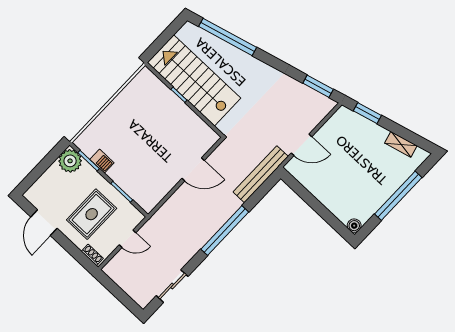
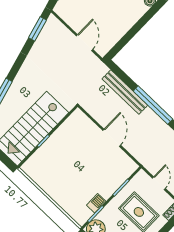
door: (193, 169) -> (112, 138), moved
bench: (261, 174) -> (125, 92), moved

